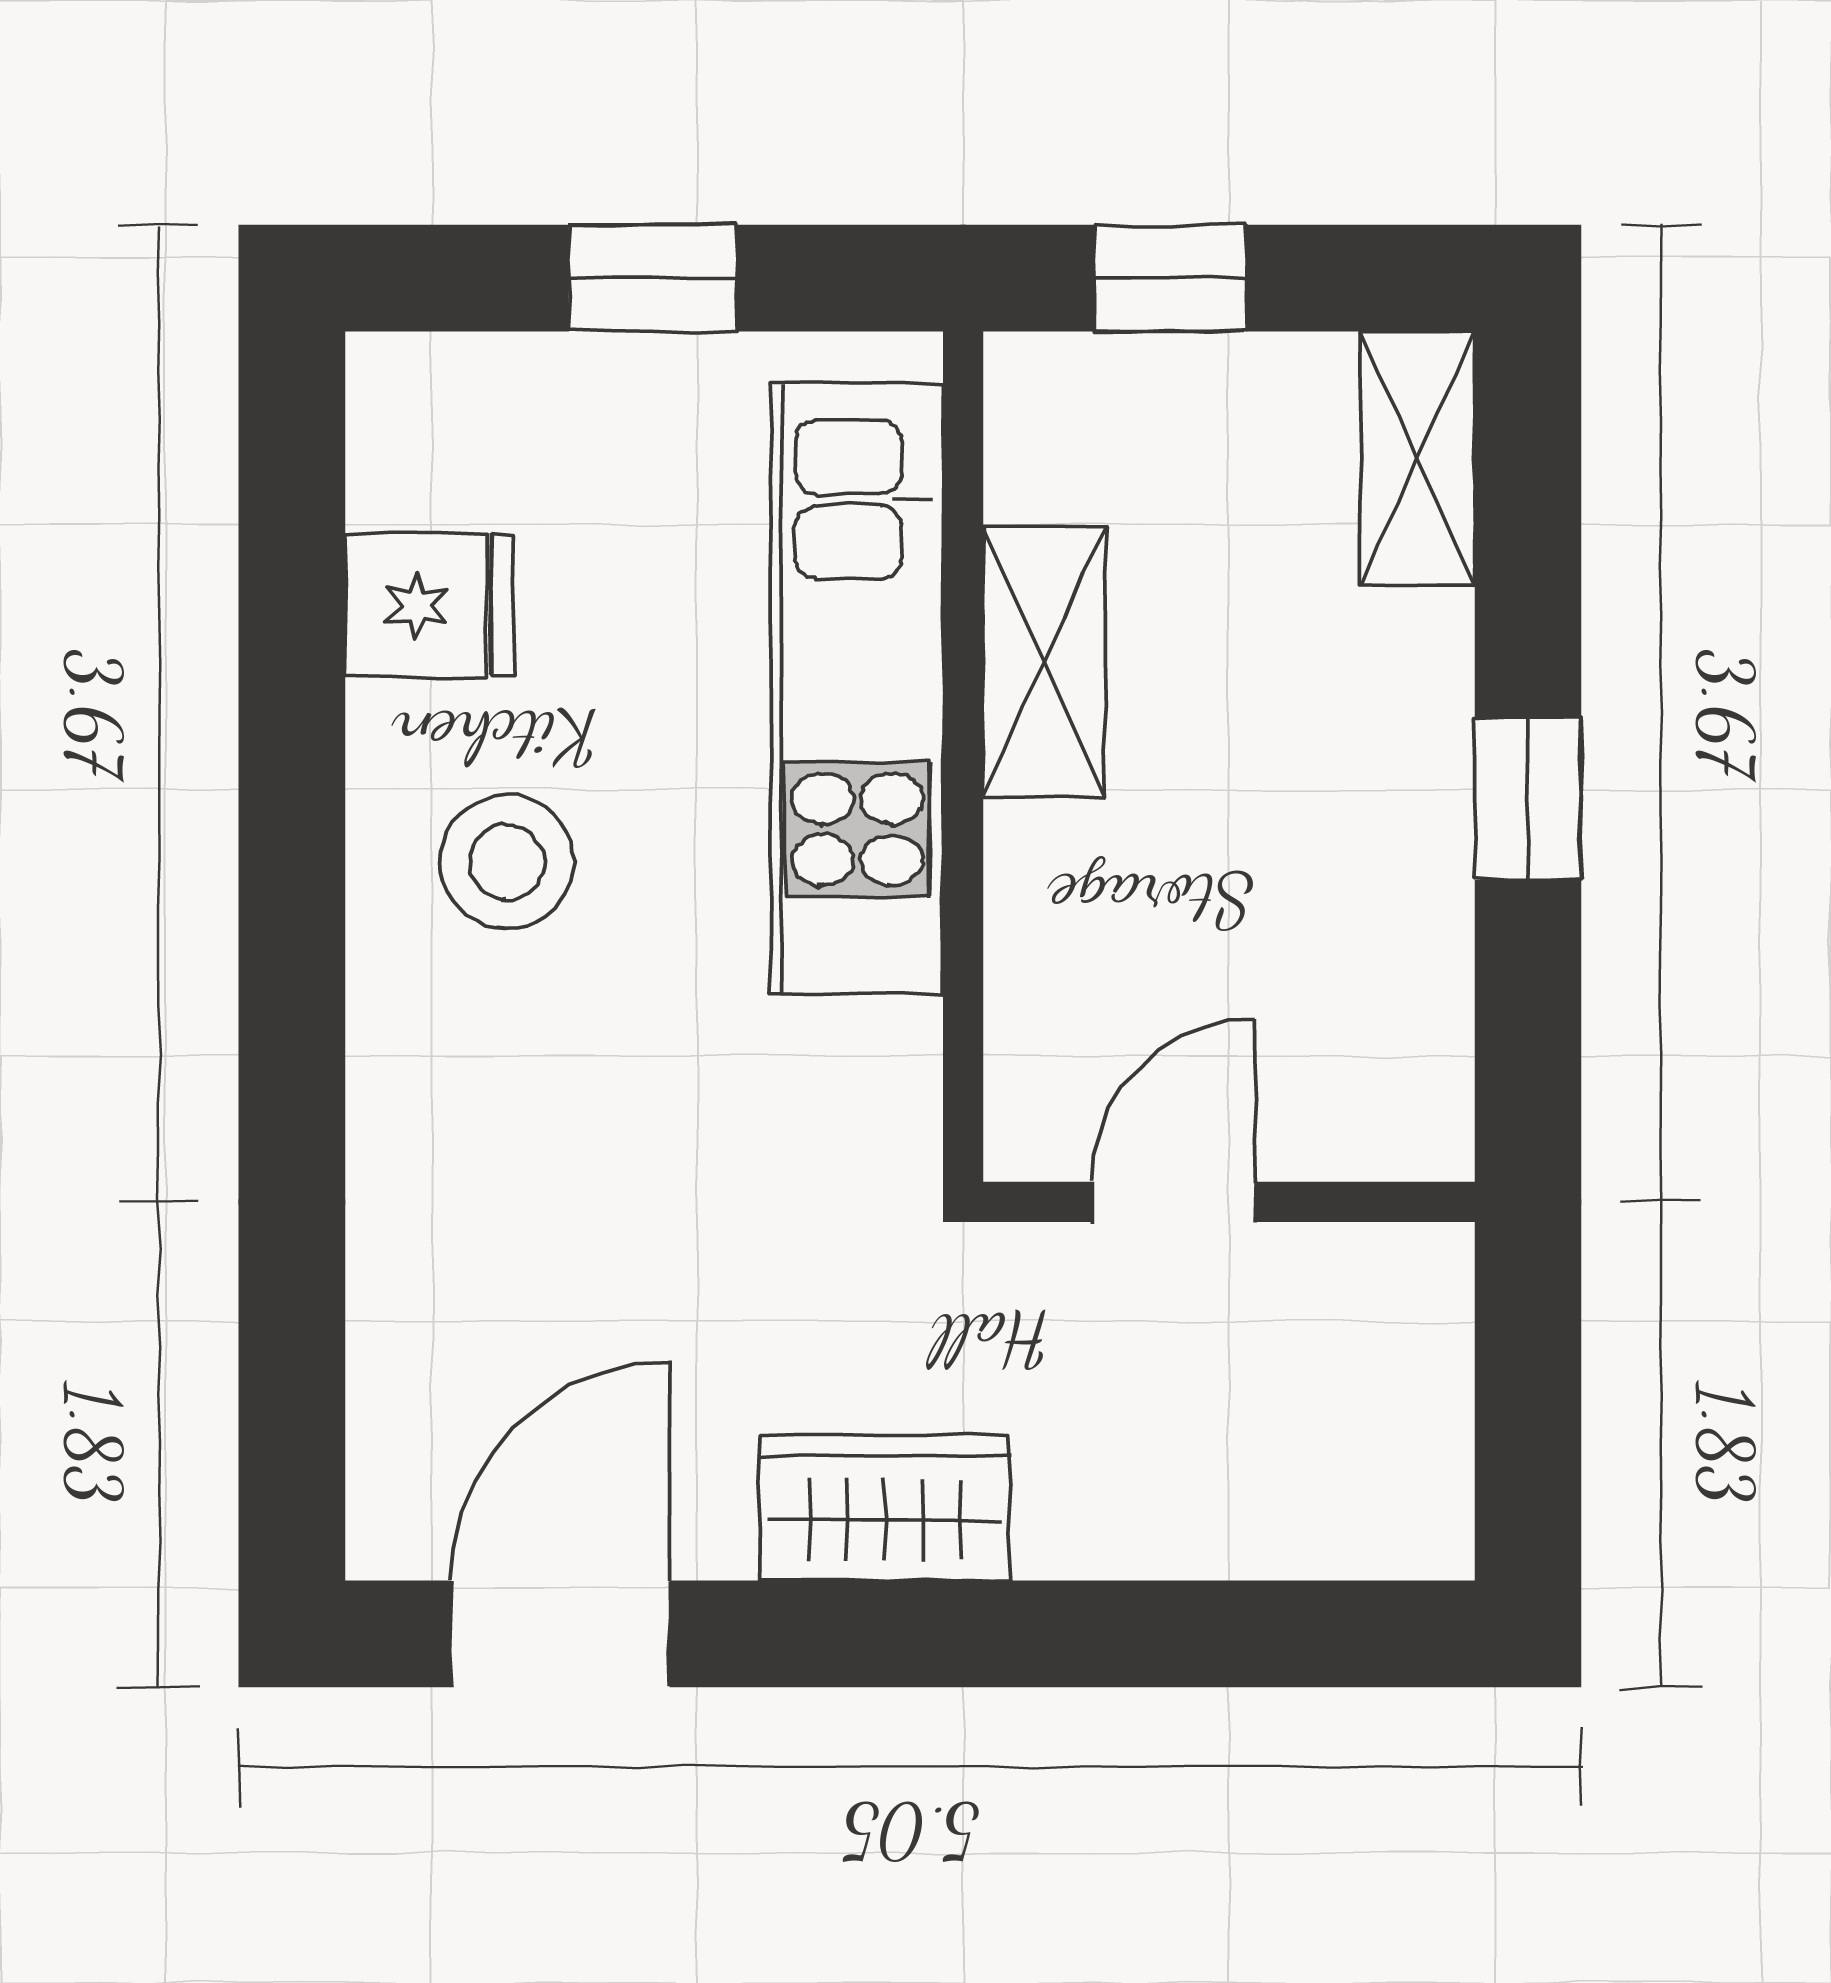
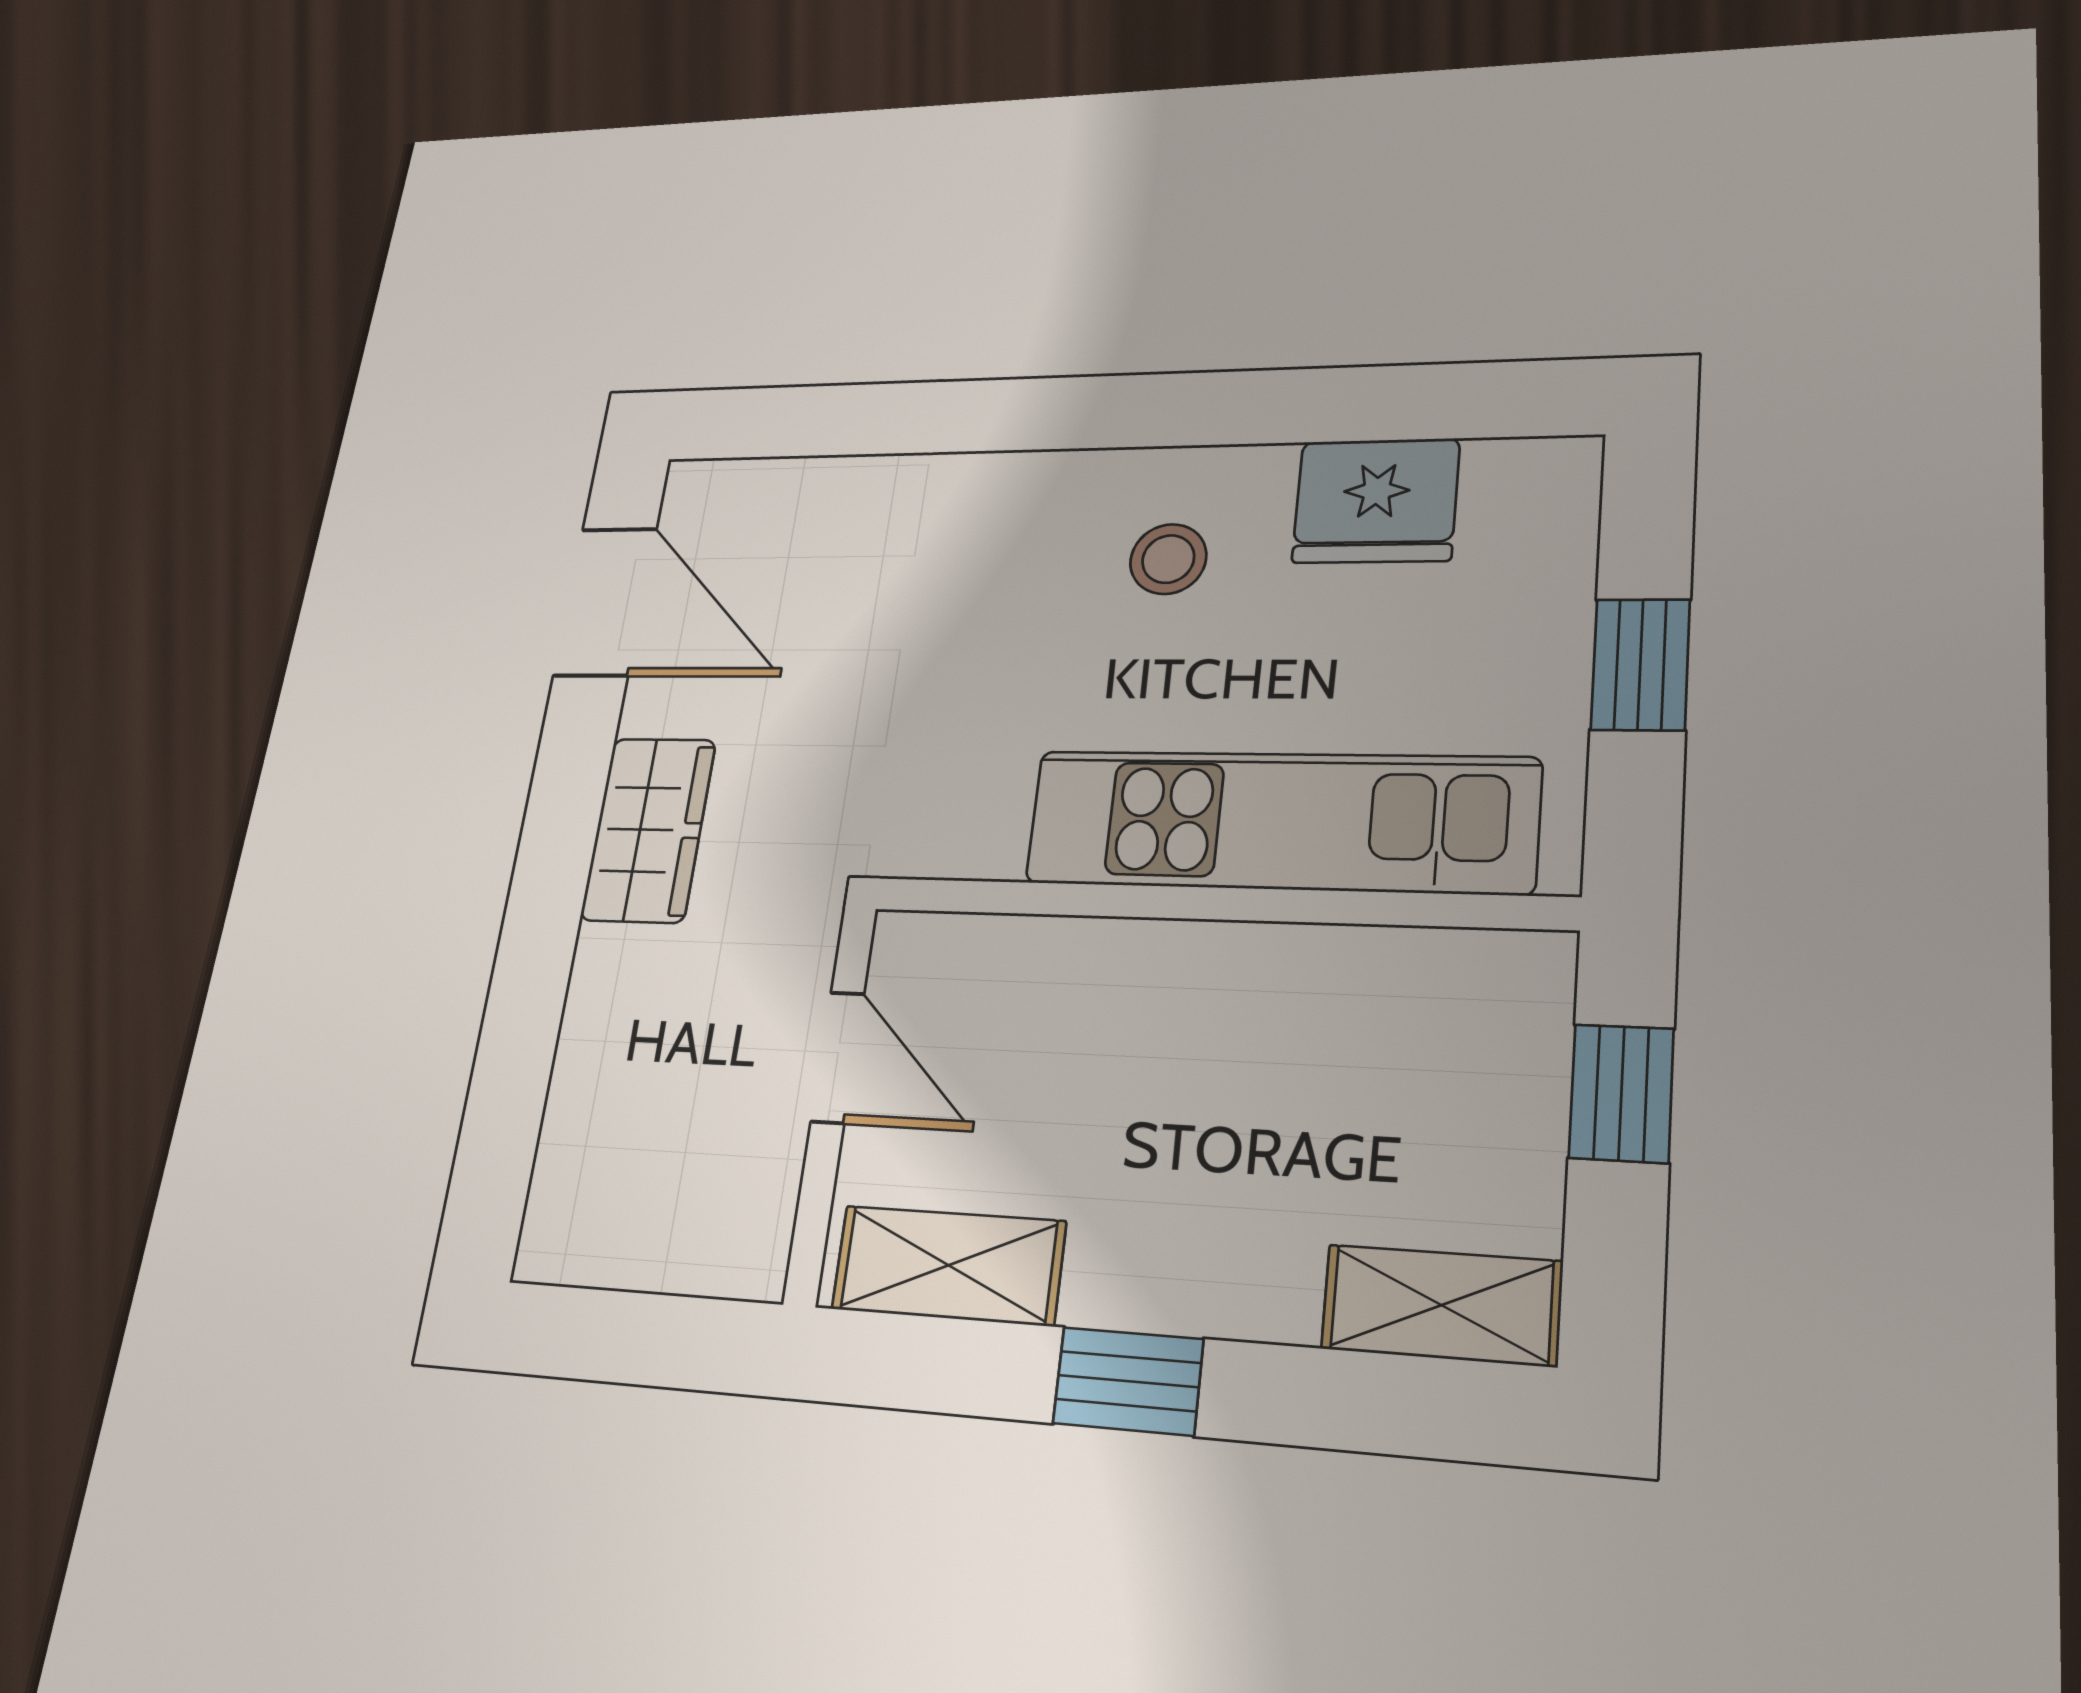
fridge: (430, 606) -> (1376, 501), width x1.38
shelving: (1044, 662) -> (948, 1265), moved
stool: (507, 862) -> (1168, 559), width x0.73, depth x0.73

